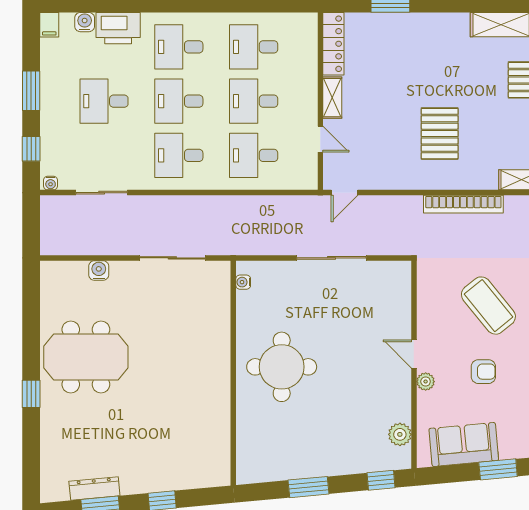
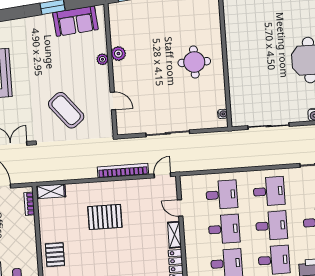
pallet: (440, 134) -> (105, 217), turned 90
bookcase: (463, 204) -> (123, 171), moved
door: (414, 354) -> (113, 101), moved
round table: (282, 367) -> (194, 62), width x0.73, depth x0.73
armchair: (483, 372) -> (66, 68), removed
plant: (400, 434) -> (118, 54), moved

